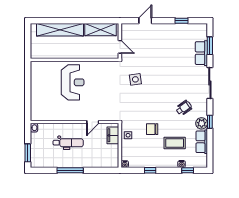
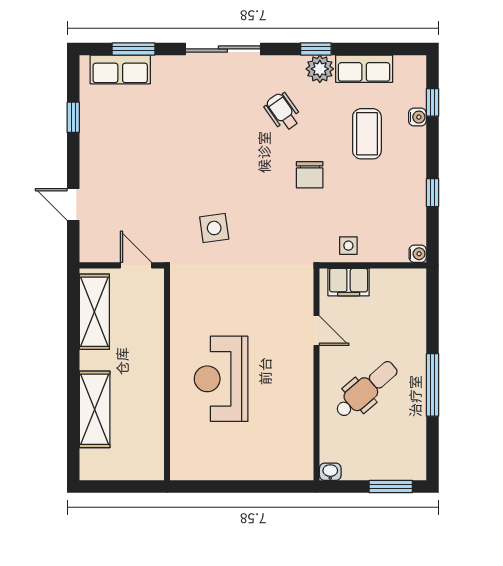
shelving: (60, 30) -> (95, 409), width x0.68
door: (120, 47) -> (136, 265), hinge flipped
row of seats: (201, 53) -> (120, 69), moved
reception desk: (73, 82) -> (221, 379), turned -90
chair: (152, 129) -> (310, 175), moved
dental chair: (68, 143) -> (366, 389), turned 49

